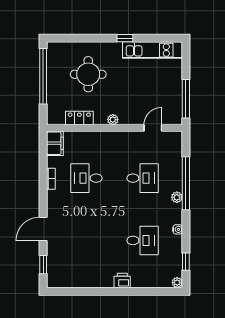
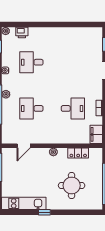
printer: (122, 280) -> (22, 33), moved

